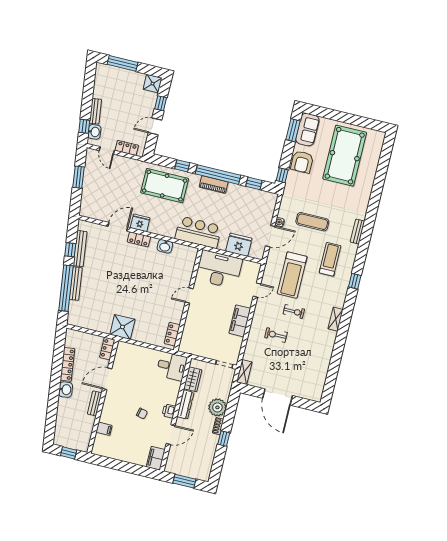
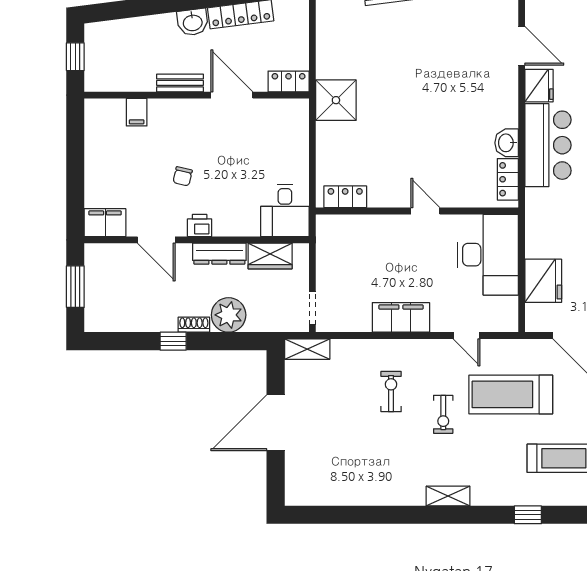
bar counter: (198, 232) -> (548, 145), moved
locker: (139, 239) -> (508, 179), moved

